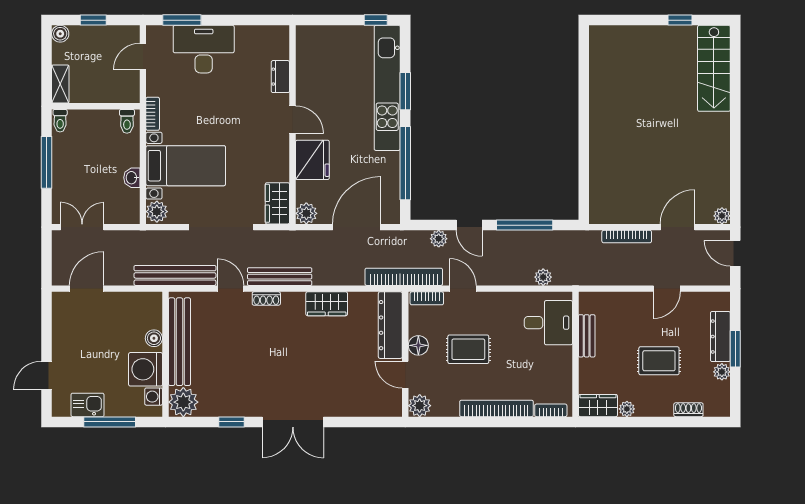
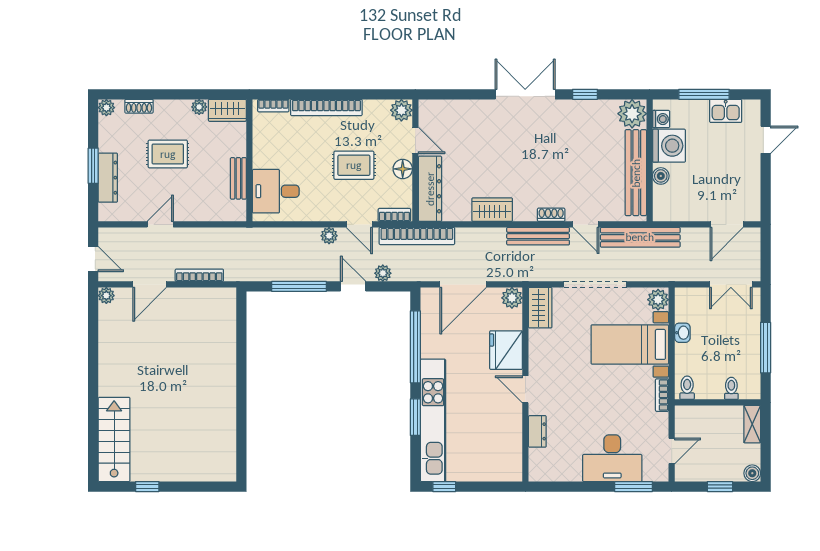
toilet: (60, 121) -> (731, 388), moved
plant: (543, 277) -> (329, 236), moved
plant: (722, 372) -> (106, 108), moved

